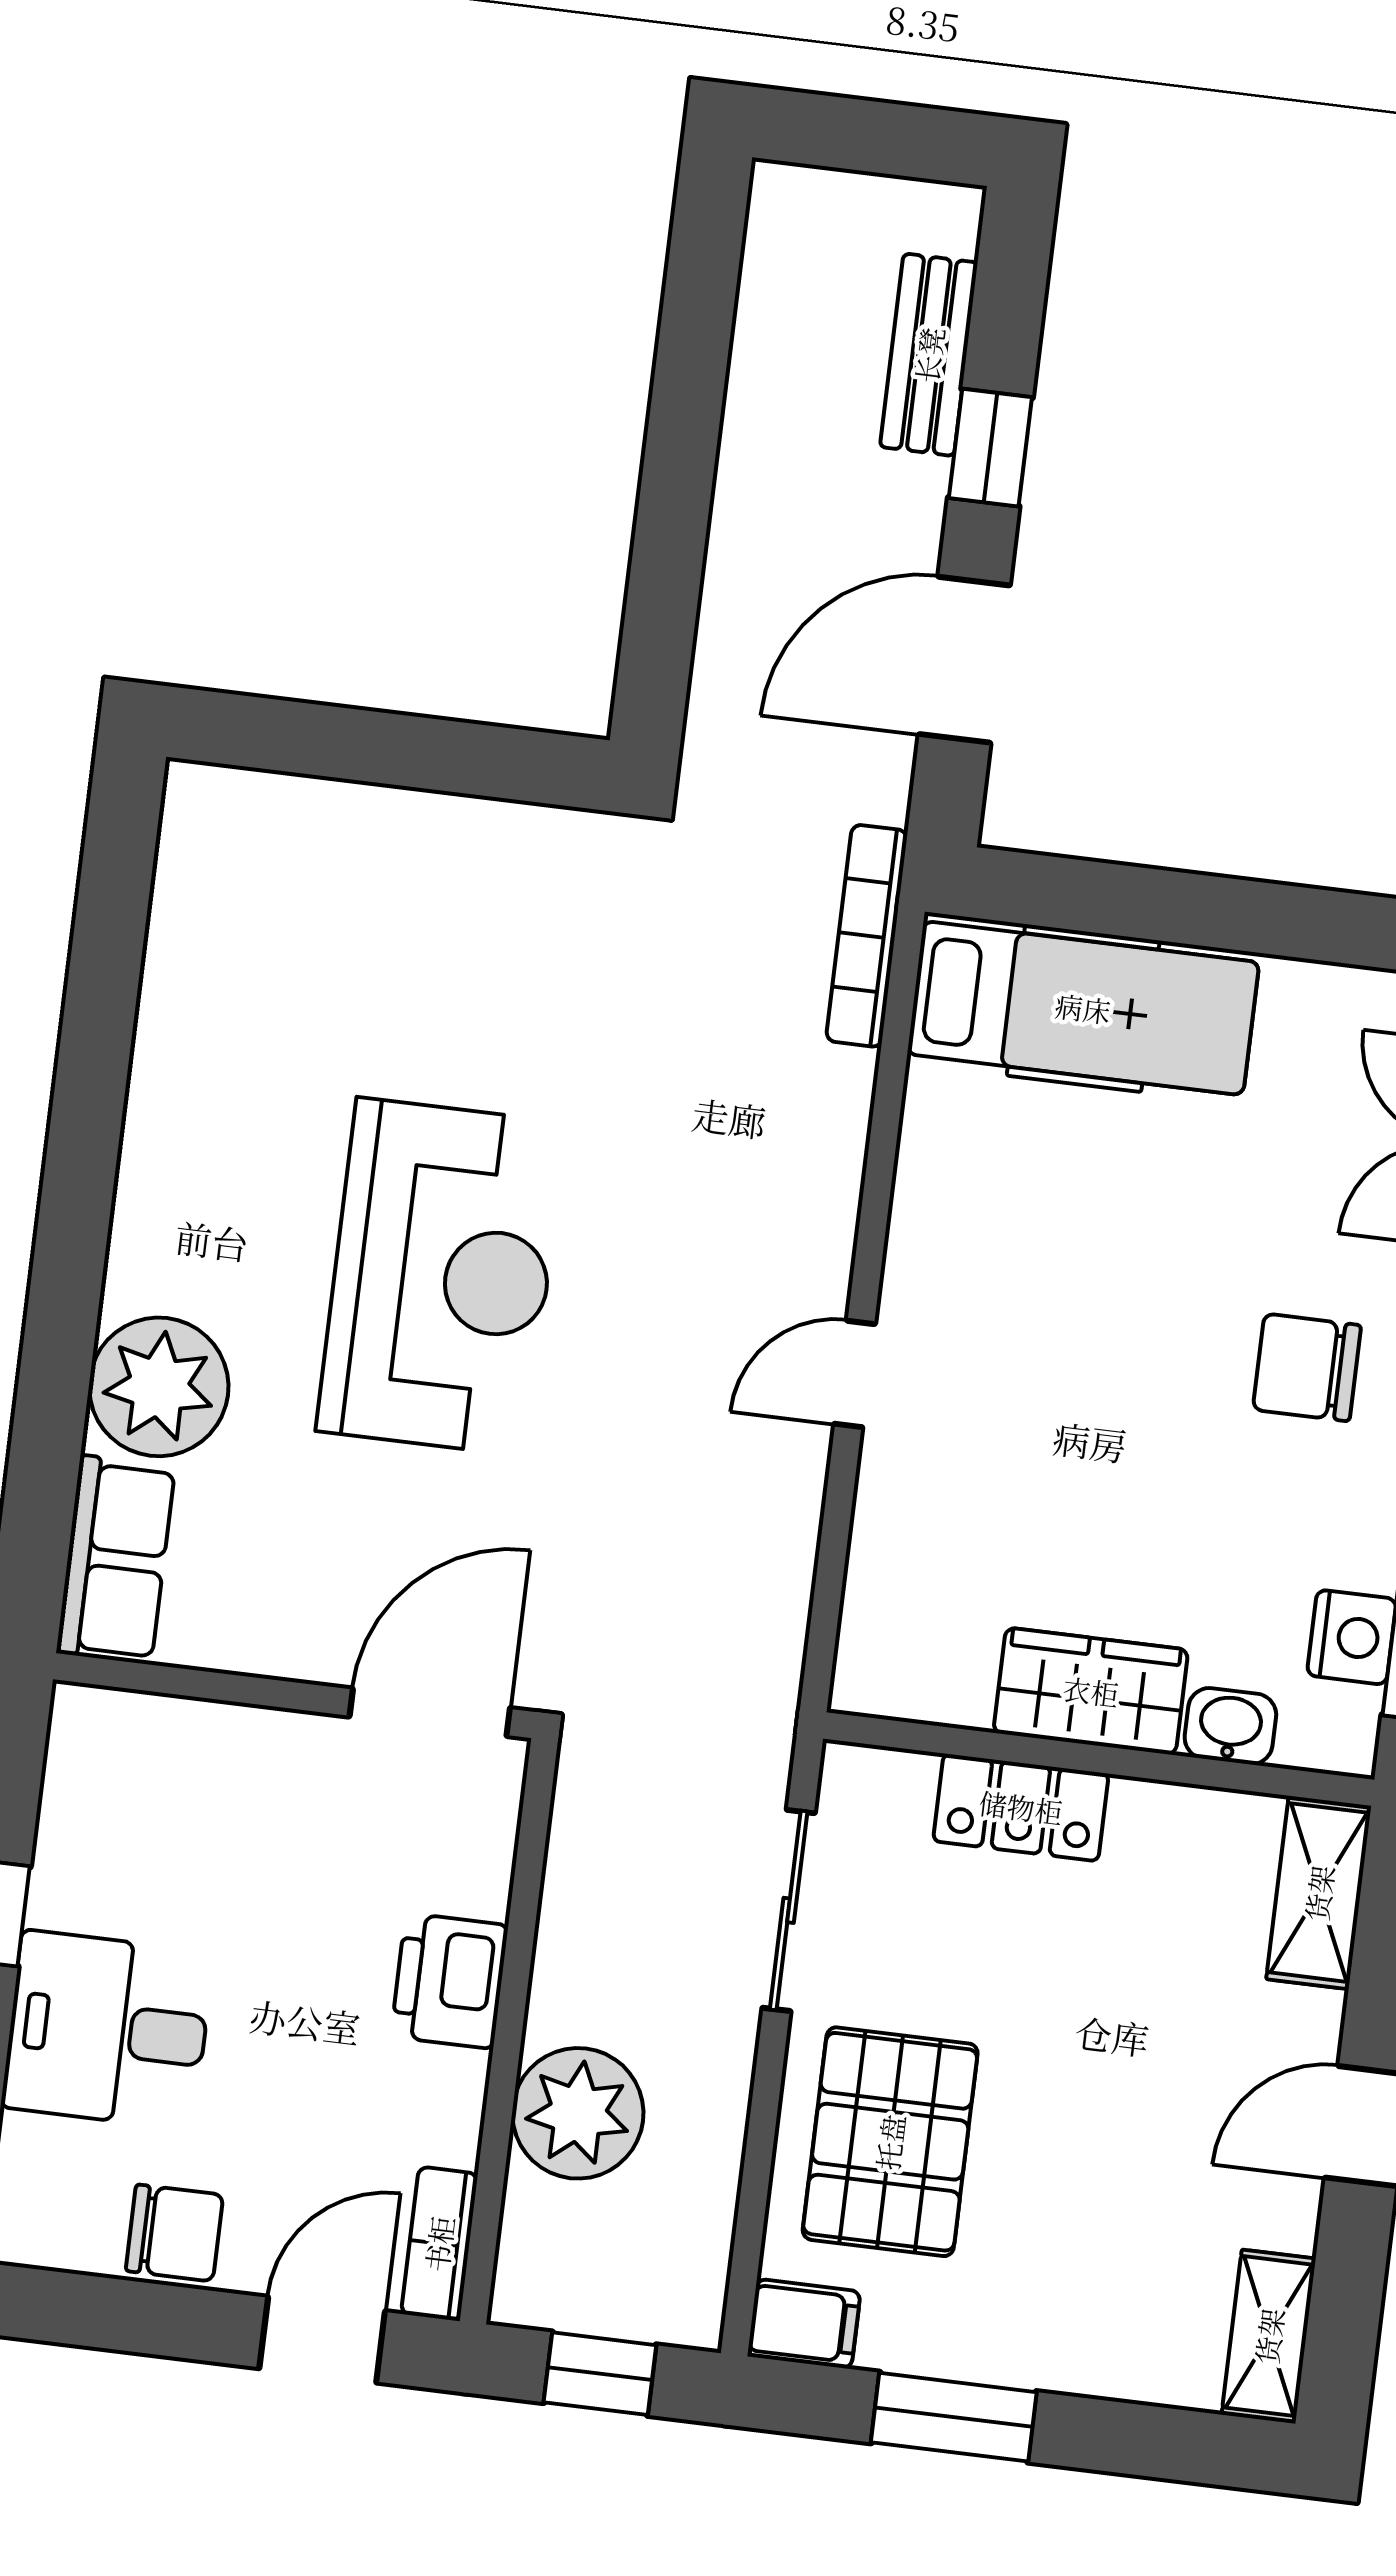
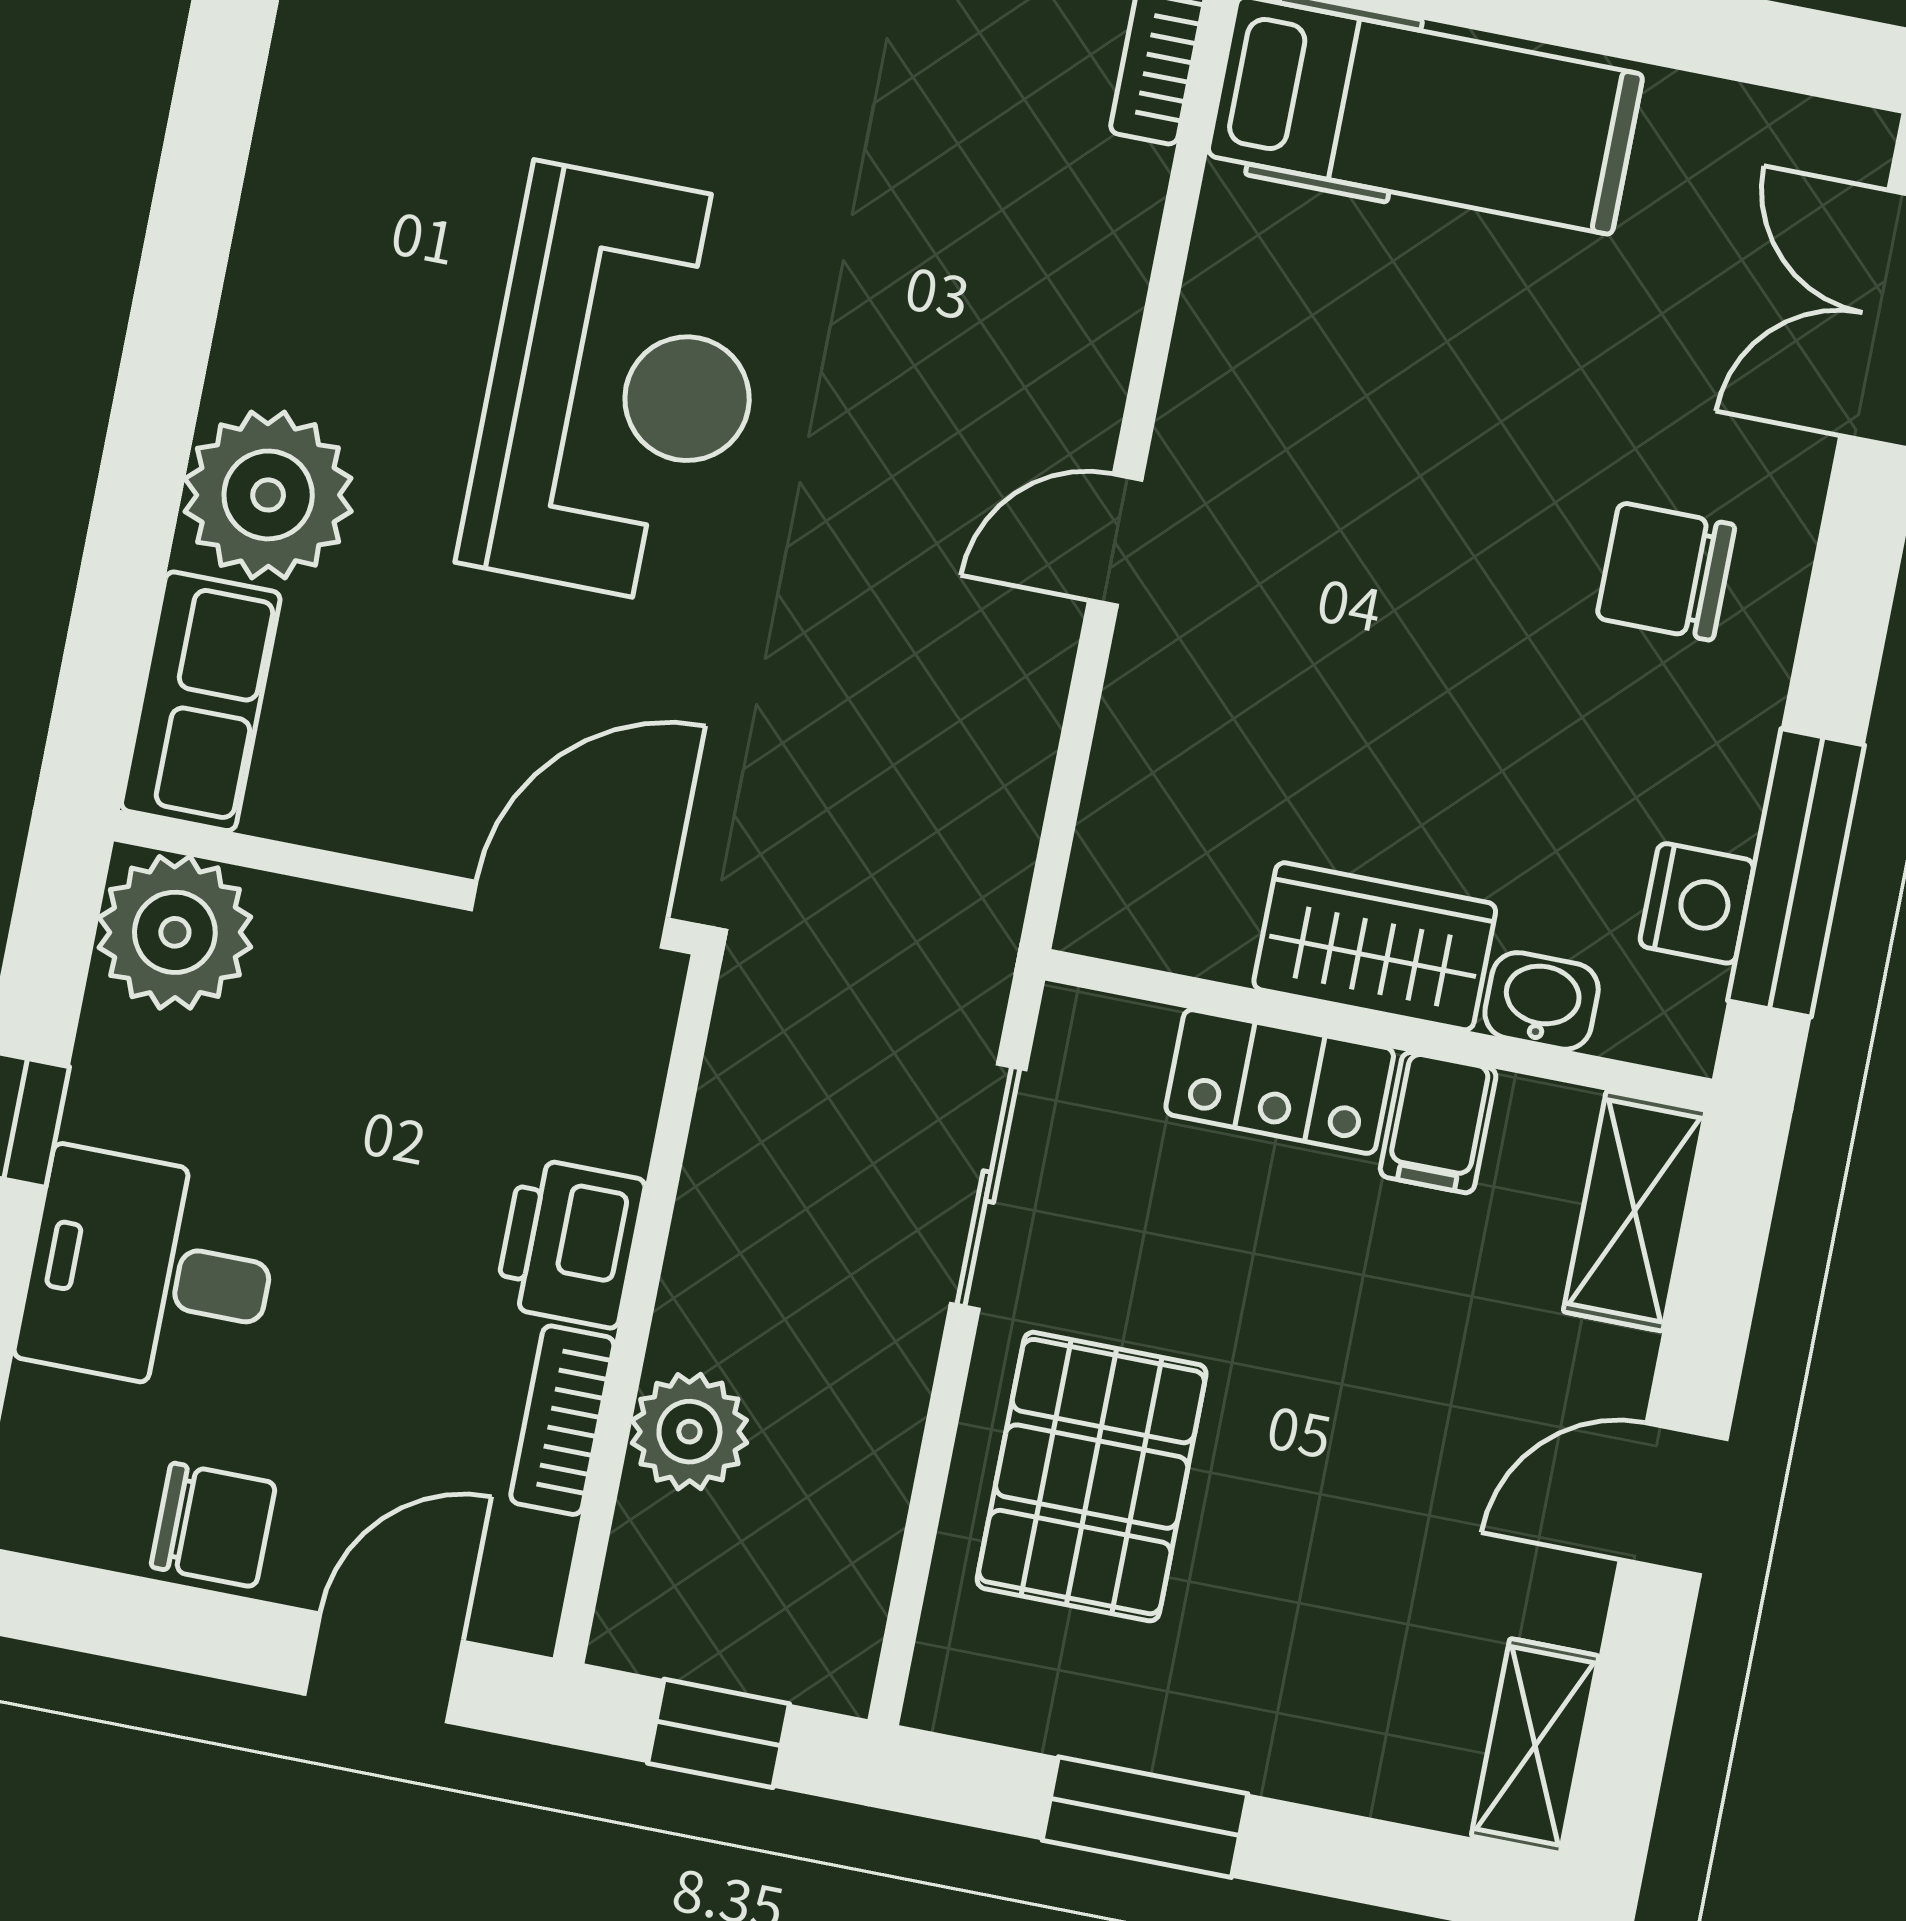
plant: (108, 1750) -> (175, 932), added
plant: (578, 2113) -> (689, 1432), width x0.73, depth x0.73
bookcase: (439, 2244) -> (562, 1420), moved
filing cabinet: (804, 2324) -> (1438, 1123), moved, turned 90

